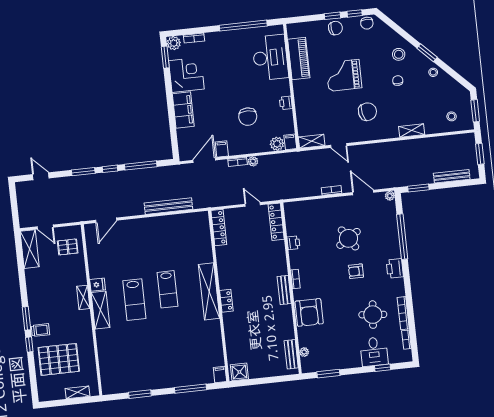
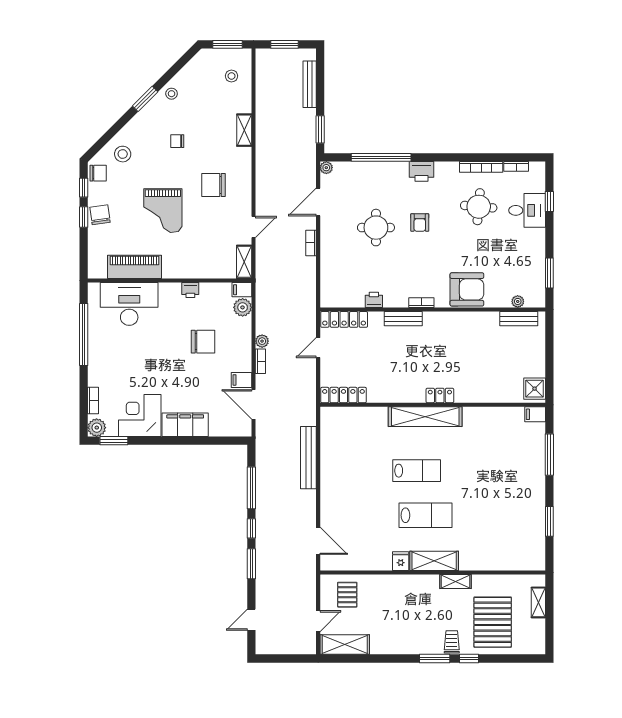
stool: (399, 54) -> (123, 154), moved
chair: (367, 112) -> (214, 185), turned -77
round table: (348, 238) -> (376, 228), turned 33
bench: (284, 290) -> (403, 319), moved
shelving: (83, 297) -> (456, 581), moved

